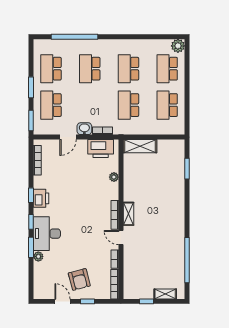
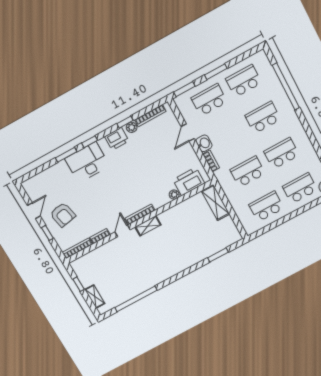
door: (68, 137) -> (188, 132), hinge flipped
printer: (101, 149) -> (189, 181), moved, turned 90
window: (31, 195) -> (125, 122), moved
plant: (38, 256) -> (132, 127), moved
armchair: (79, 279) -> (63, 215), turned -86

